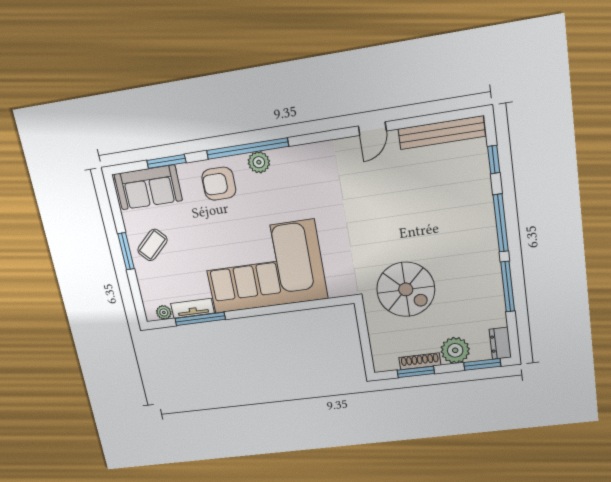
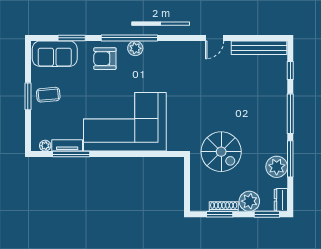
coffee table: (152, 245) -> (48, 95), turned 38
plant: (489, 300) -> (277, 167), added

